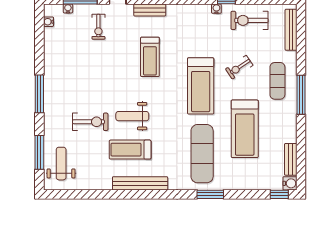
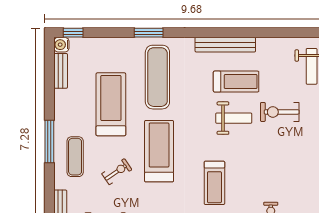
treadmill: (150, 57) -> (214, 183), turned 180

